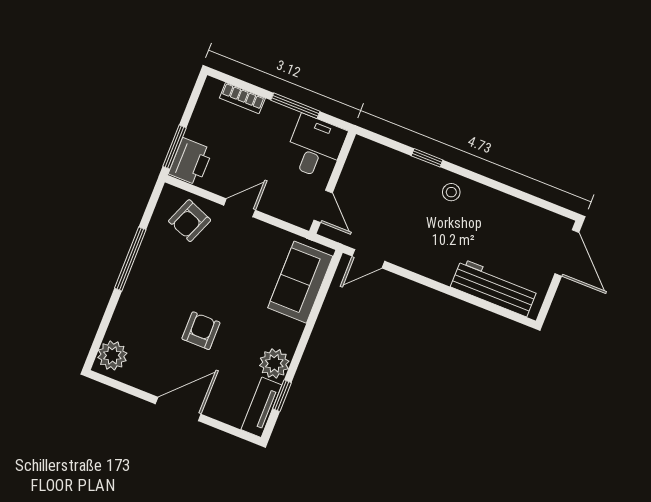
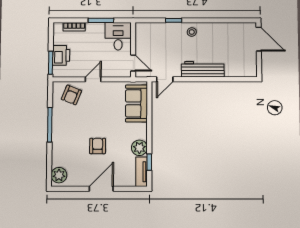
printer: (191, 162) -> (61, 55), moved
workbench: (494, 288) -> (203, 69), moved

